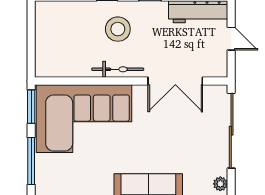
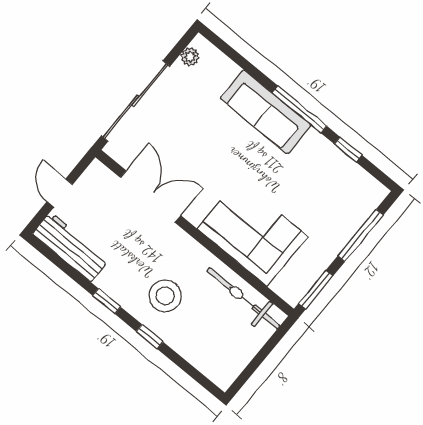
bicycle: (118, 69) -> (243, 298), moved, width x1.37, depth x1.40
corner sofa: (84, 119) -> (253, 233), width x0.73, depth x0.74

